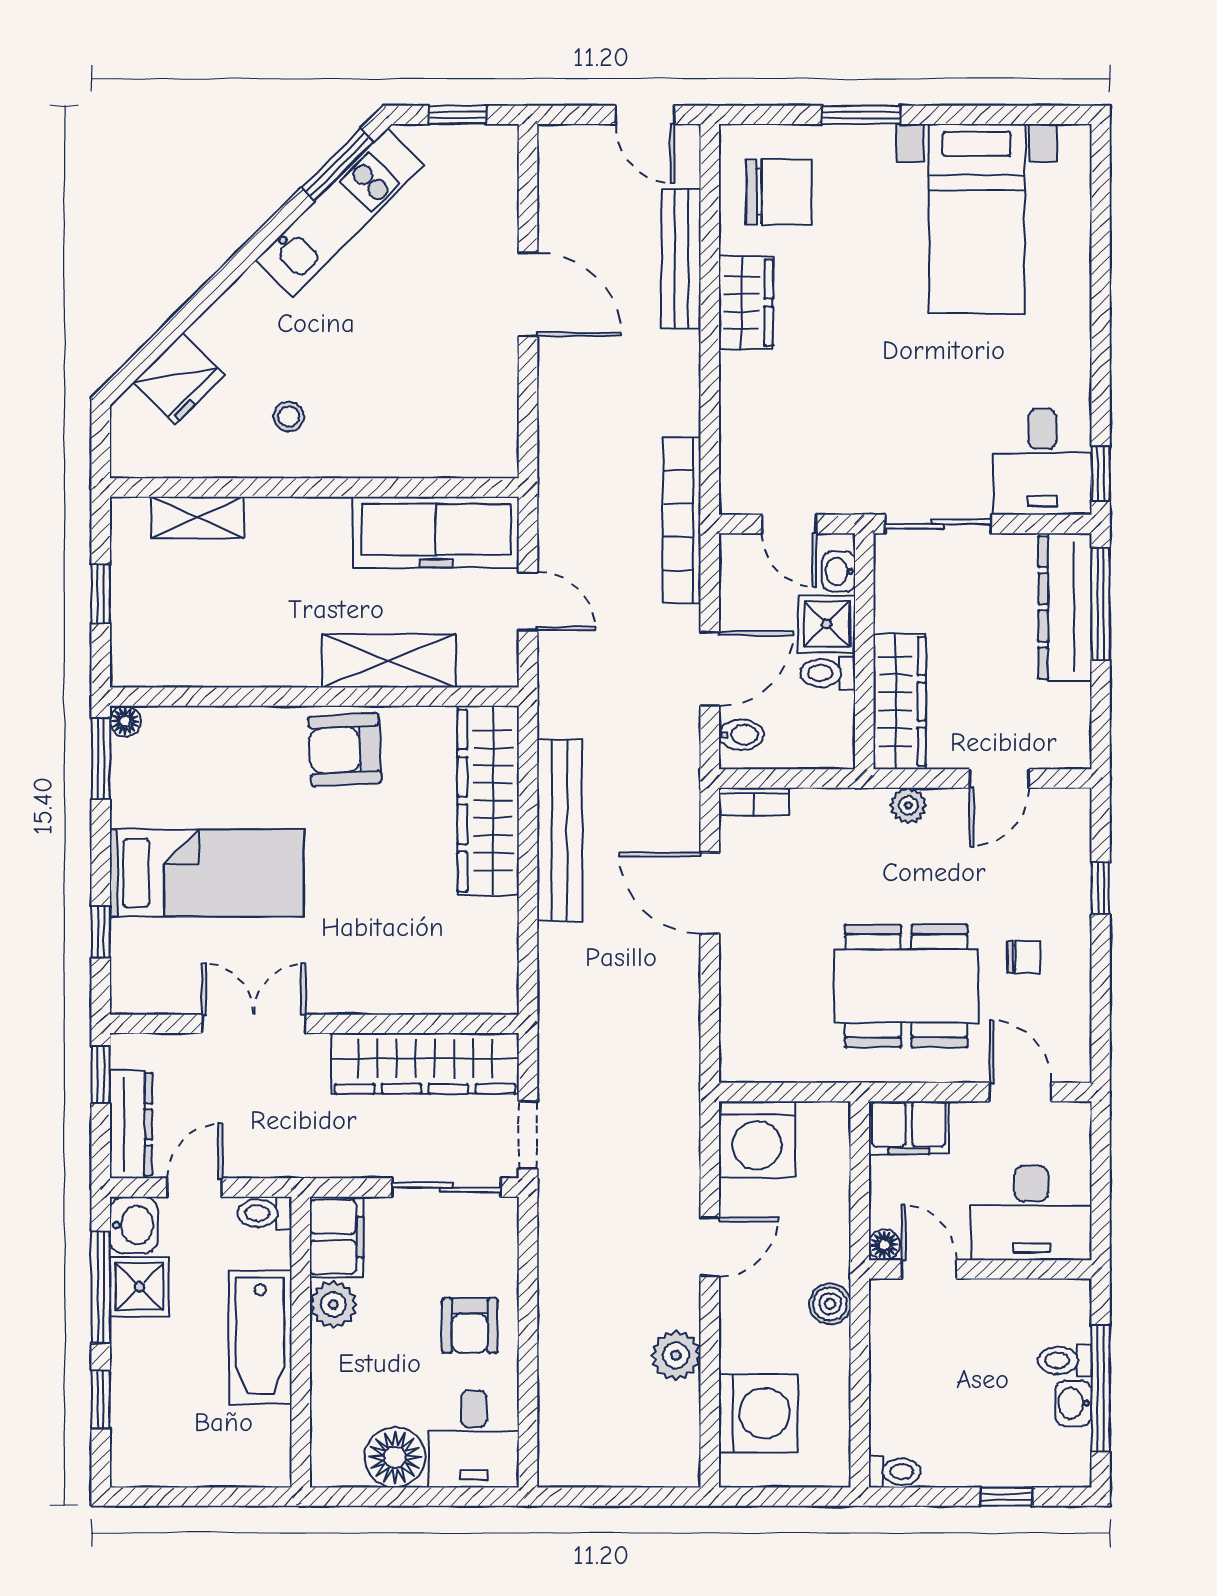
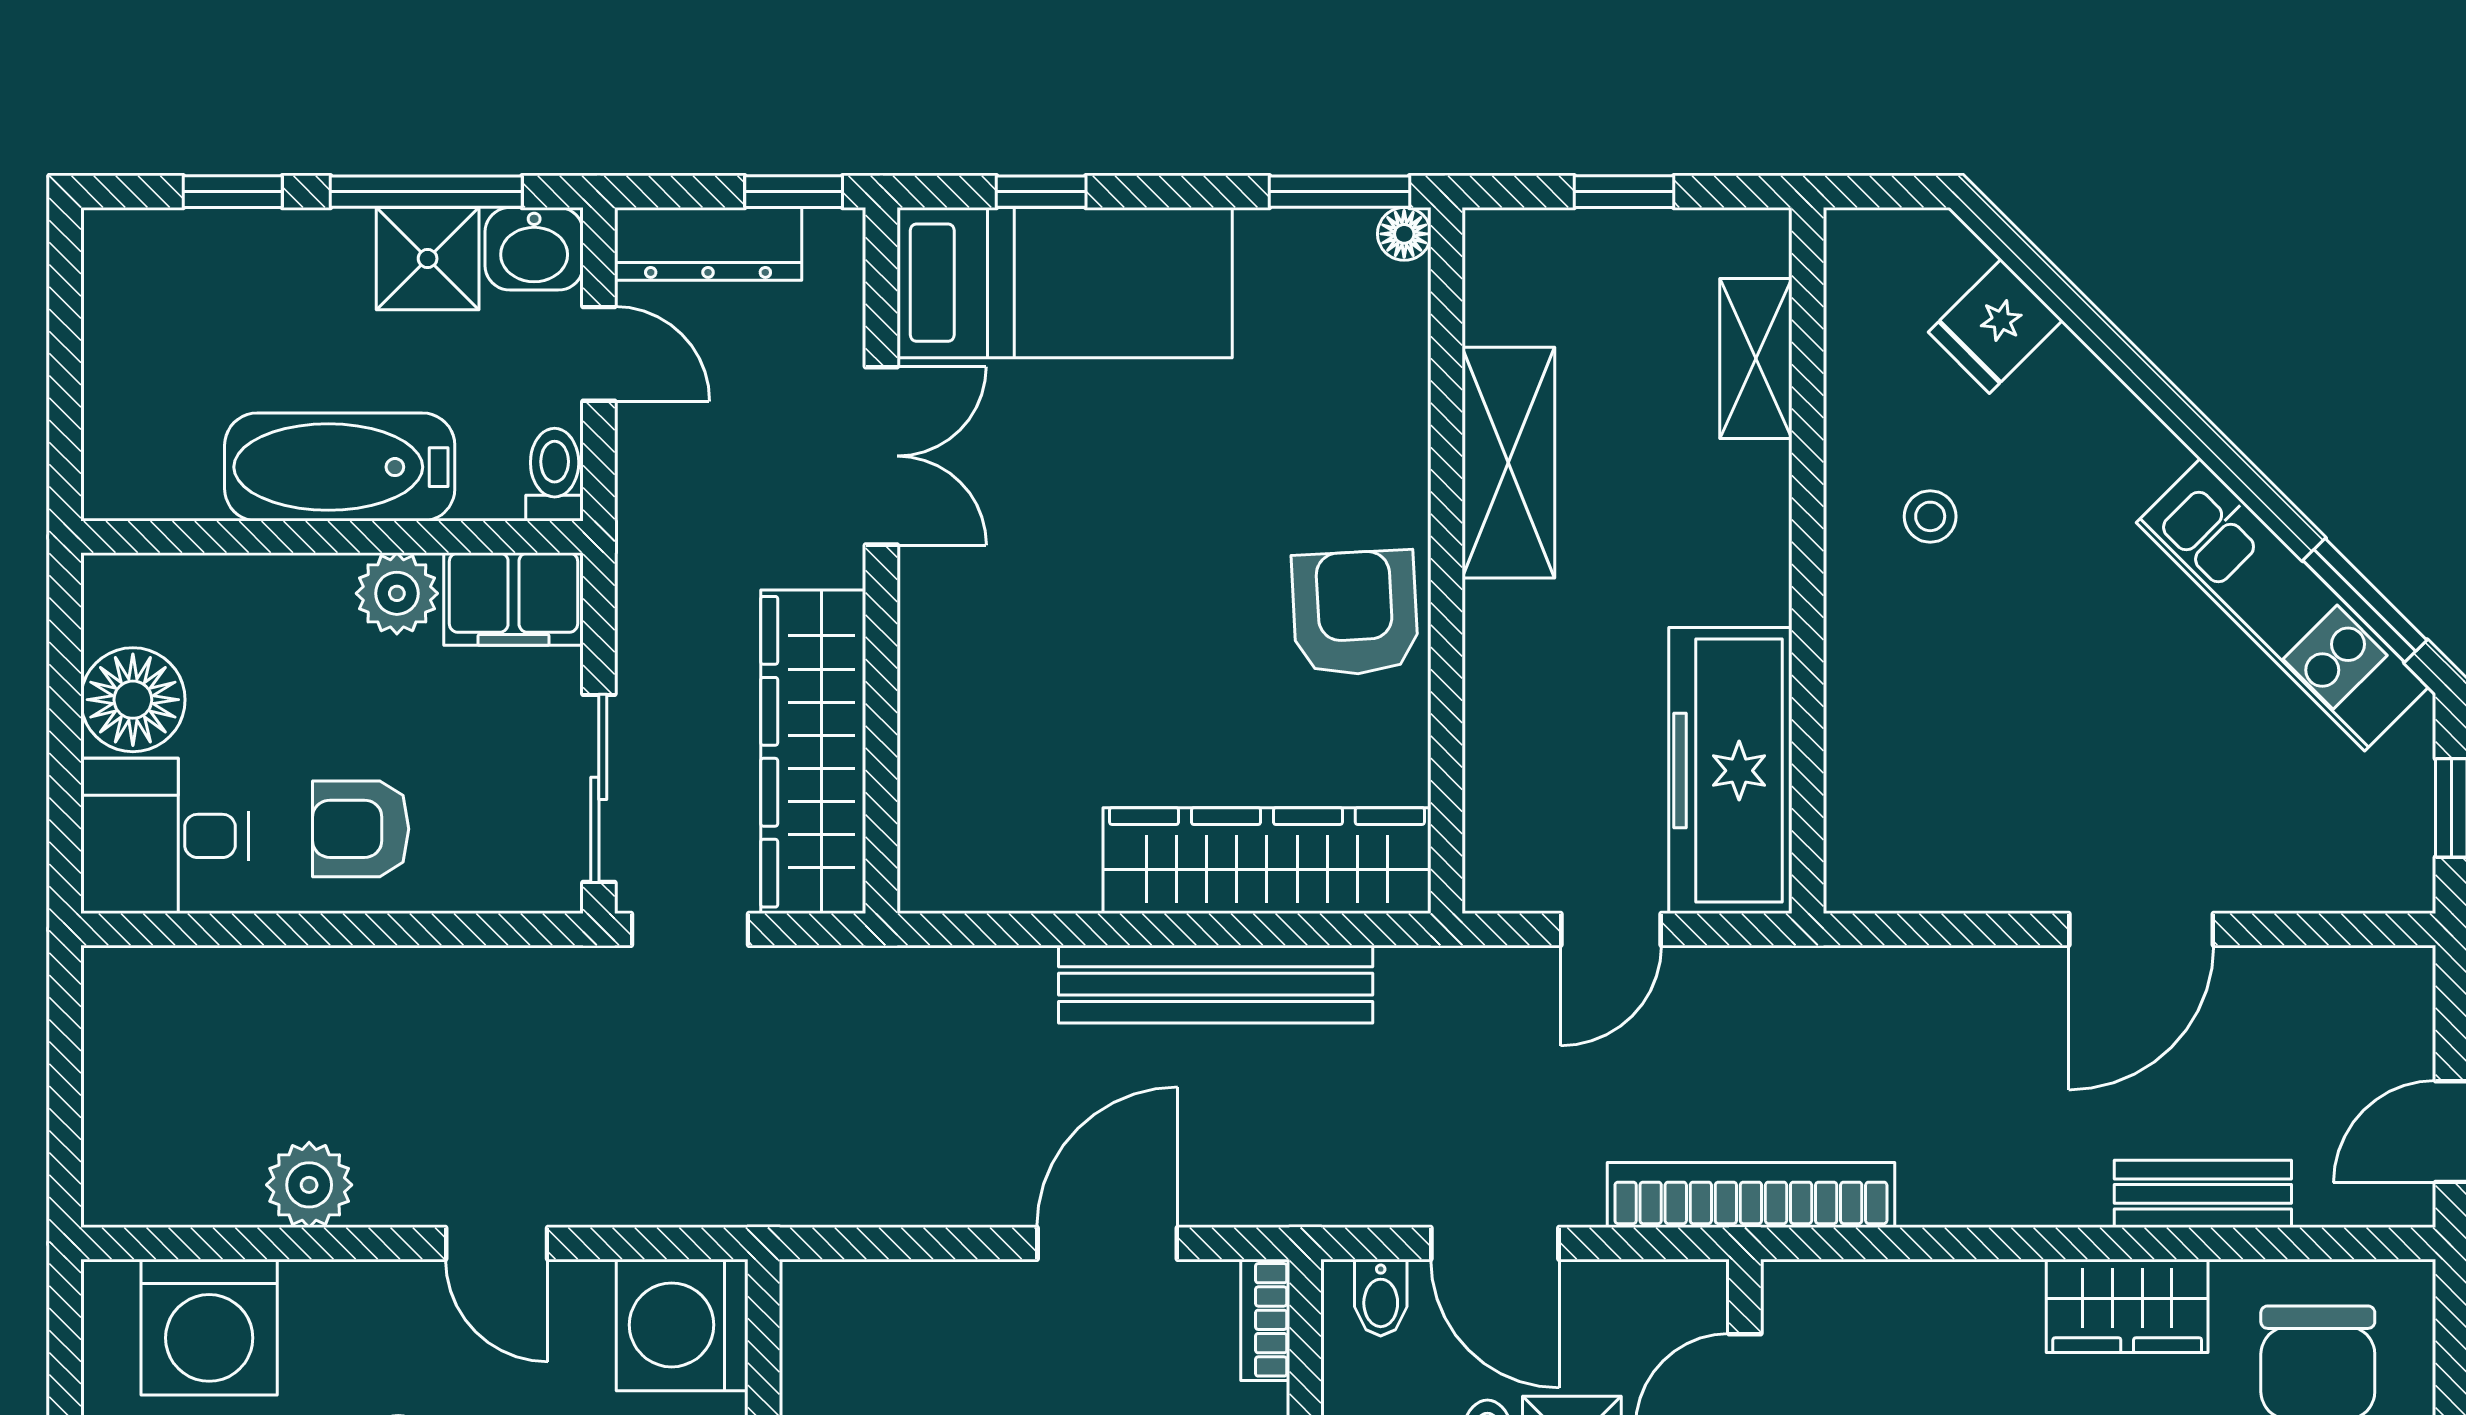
bench: (681, 259) -> (2203, 1194), width x0.73
fridge: (179, 379) -> (1995, 326), width x0.72
shelving: (389, 661) -> (1508, 463), moved
bed: (207, 873) -> (1065, 283), moved, turned -90

